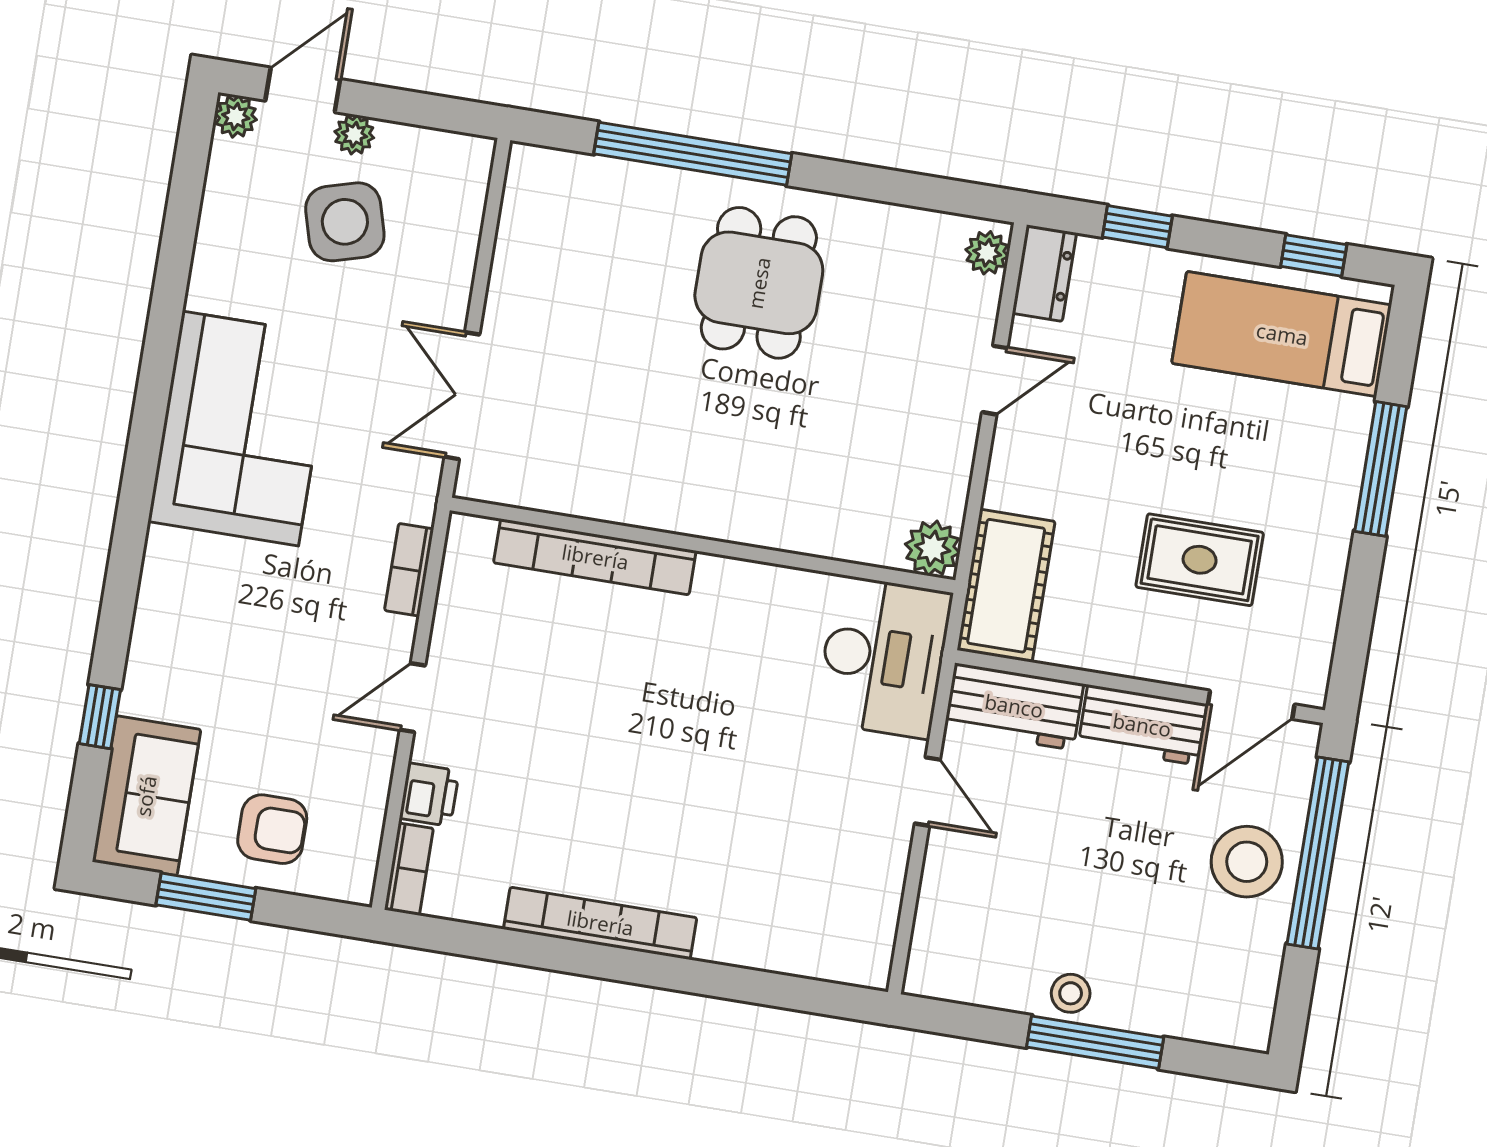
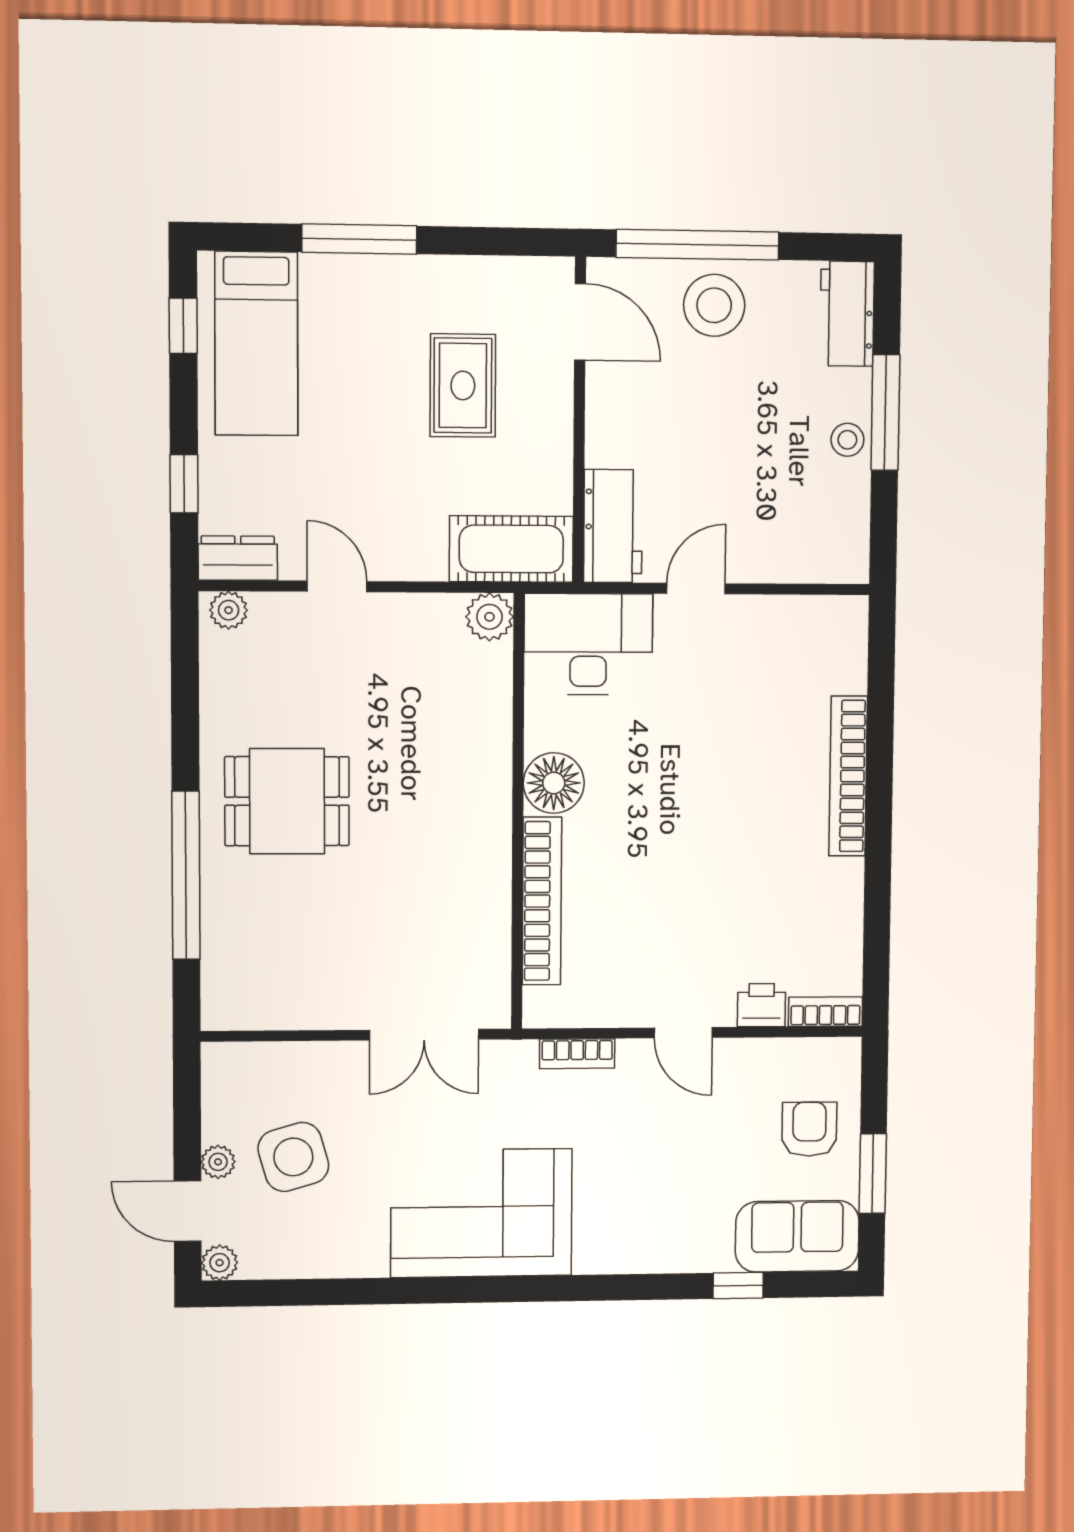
floor lamp: (730, 592) -> (554, 783), added
workbench: (1142, 725) -> (847, 314), moved, turned 180
bookcase: (600, 923) -> (848, 776), moved

